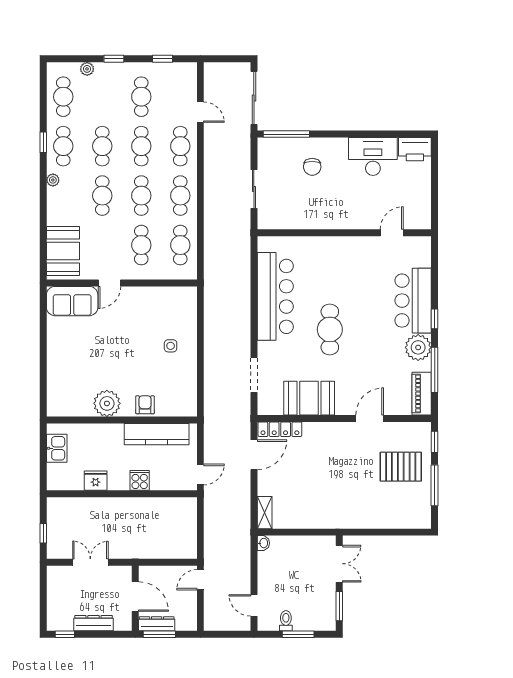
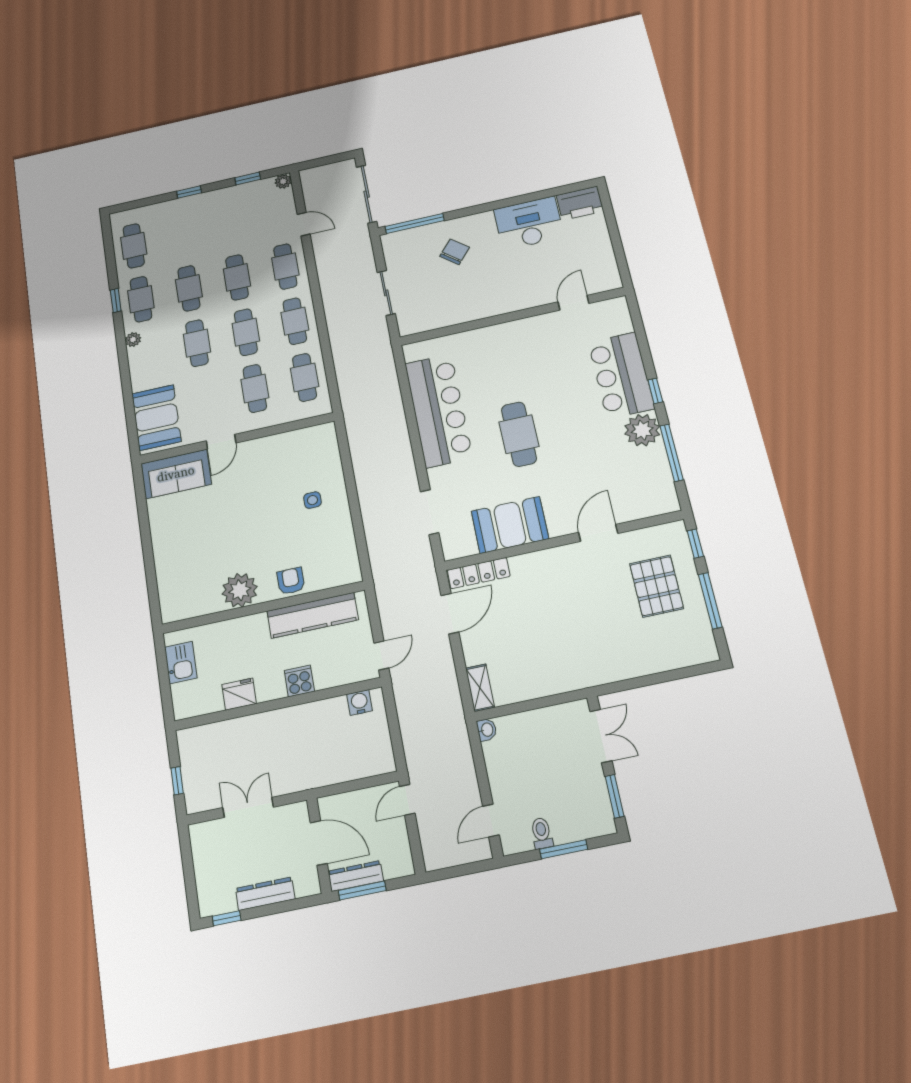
plant: (87, 69) -> (283, 181), moved
cafe table: (141, 97) -> (228, 224), removed
chair: (312, 167) -> (455, 252), turned -140
piano: (422, 394) -> (662, 486), removed
pallet: (401, 467) -> (656, 586), turned 90
water cooler: (179, 505) -> (360, 702), added
door: (254, 605) -> (491, 821), hinge flipped

